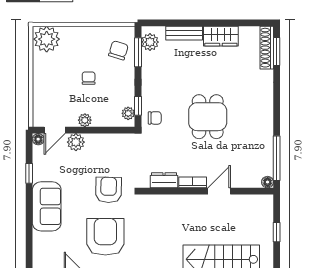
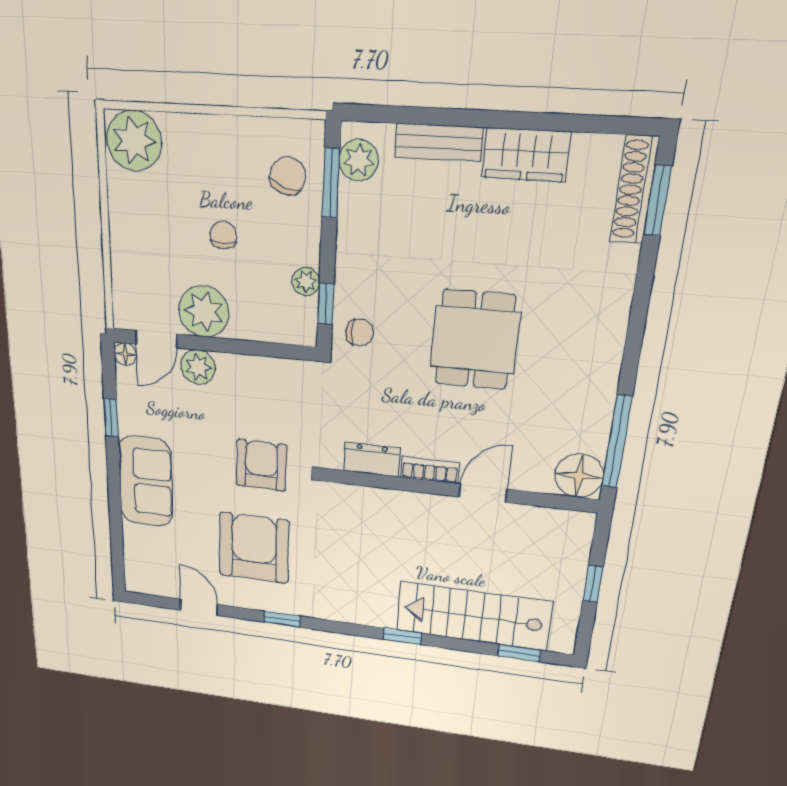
plant: (128, 113) -> (306, 282), moved
plant: (85, 120) -> (204, 311), width x1.87, depth x1.87
floor lamp: (268, 182) -> (579, 476), width x1.89, depth x1.89

